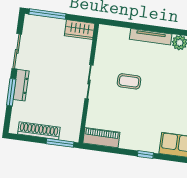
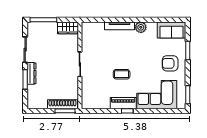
coffee table: (129, 81) -> (122, 74), moved
shoe rack: (39, 131) -> (62, 104), moved
piano: (101, 138) -> (123, 103), moved

